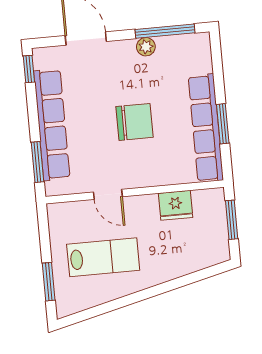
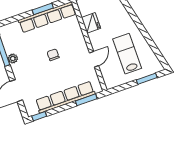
chair: (134, 122) -> (53, 55), width x0.54, depth x0.54

